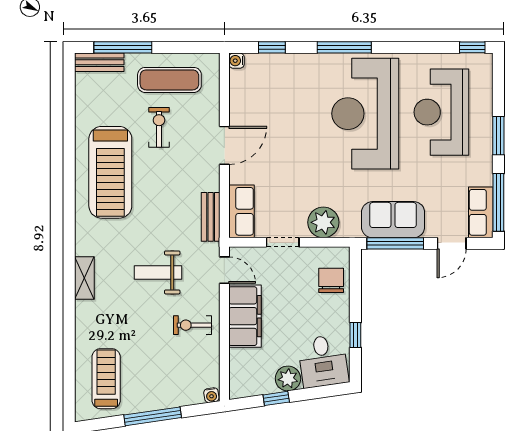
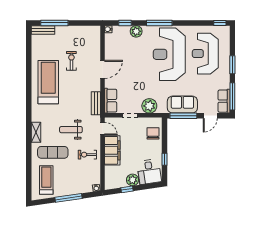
plant: (295, 65) -> (136, 31), added
exercise mat: (169, 80) -> (53, 152), moved
treadmill: (110, 172) -> (48, 82), turned 180

